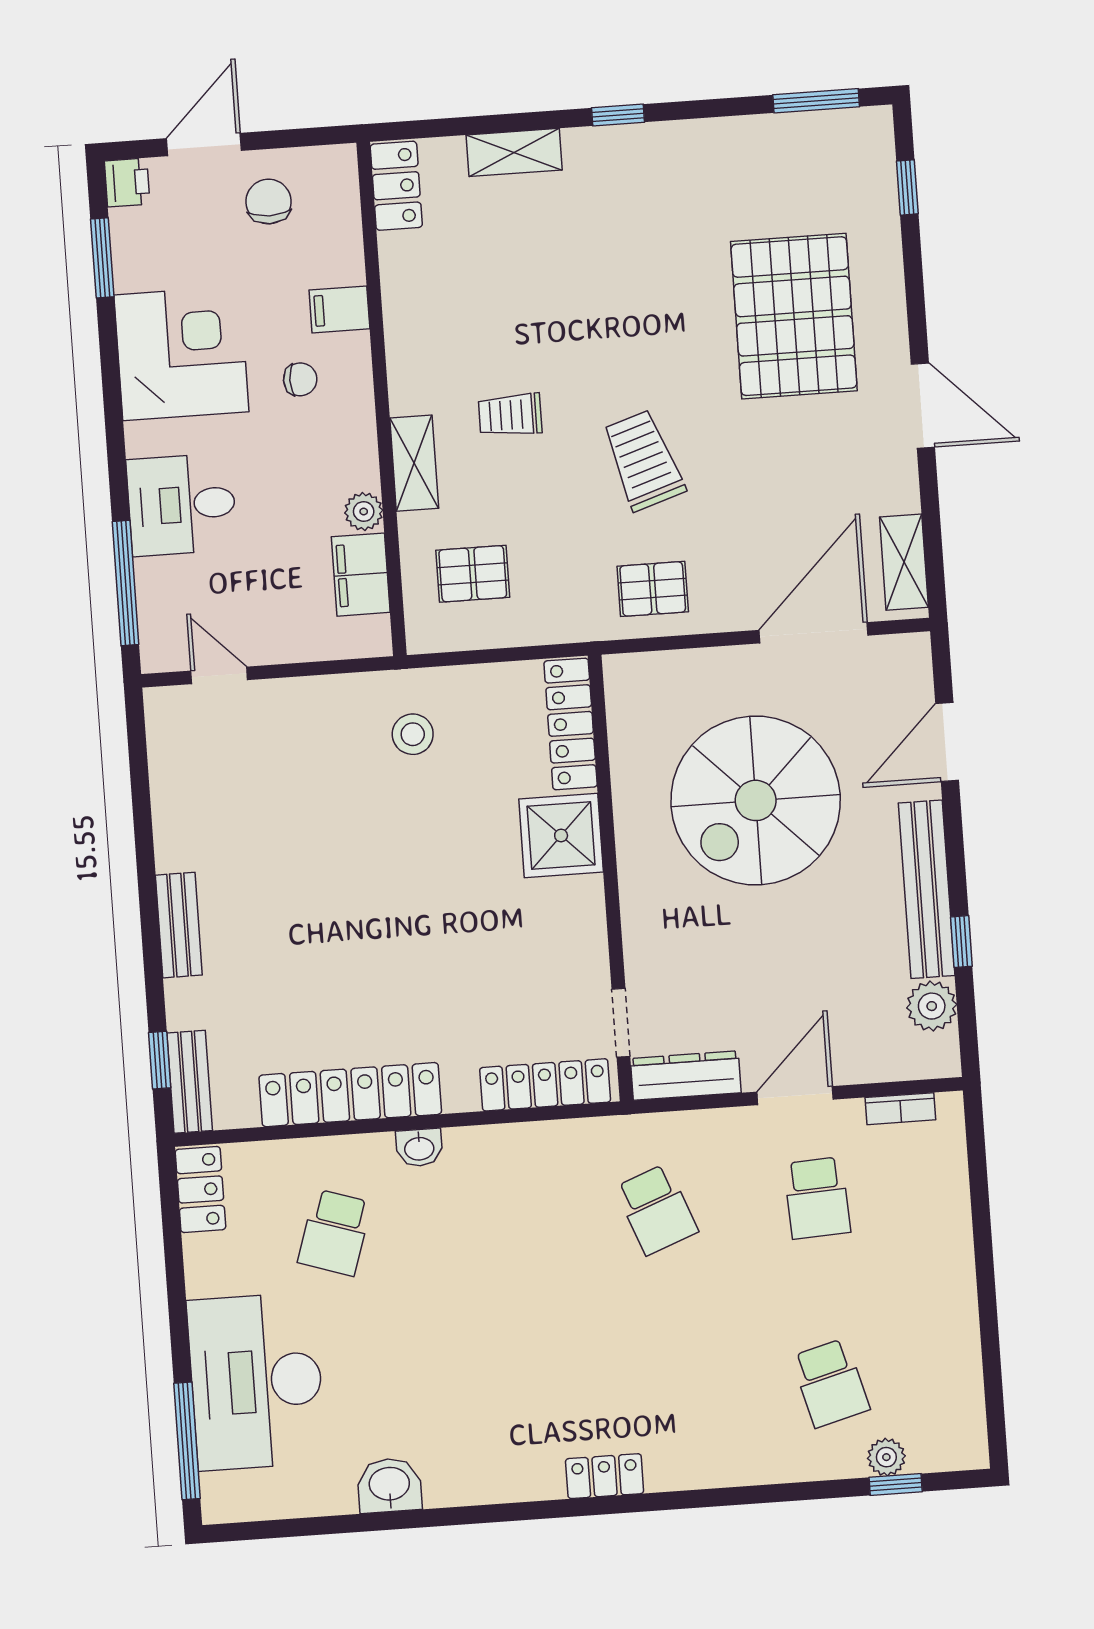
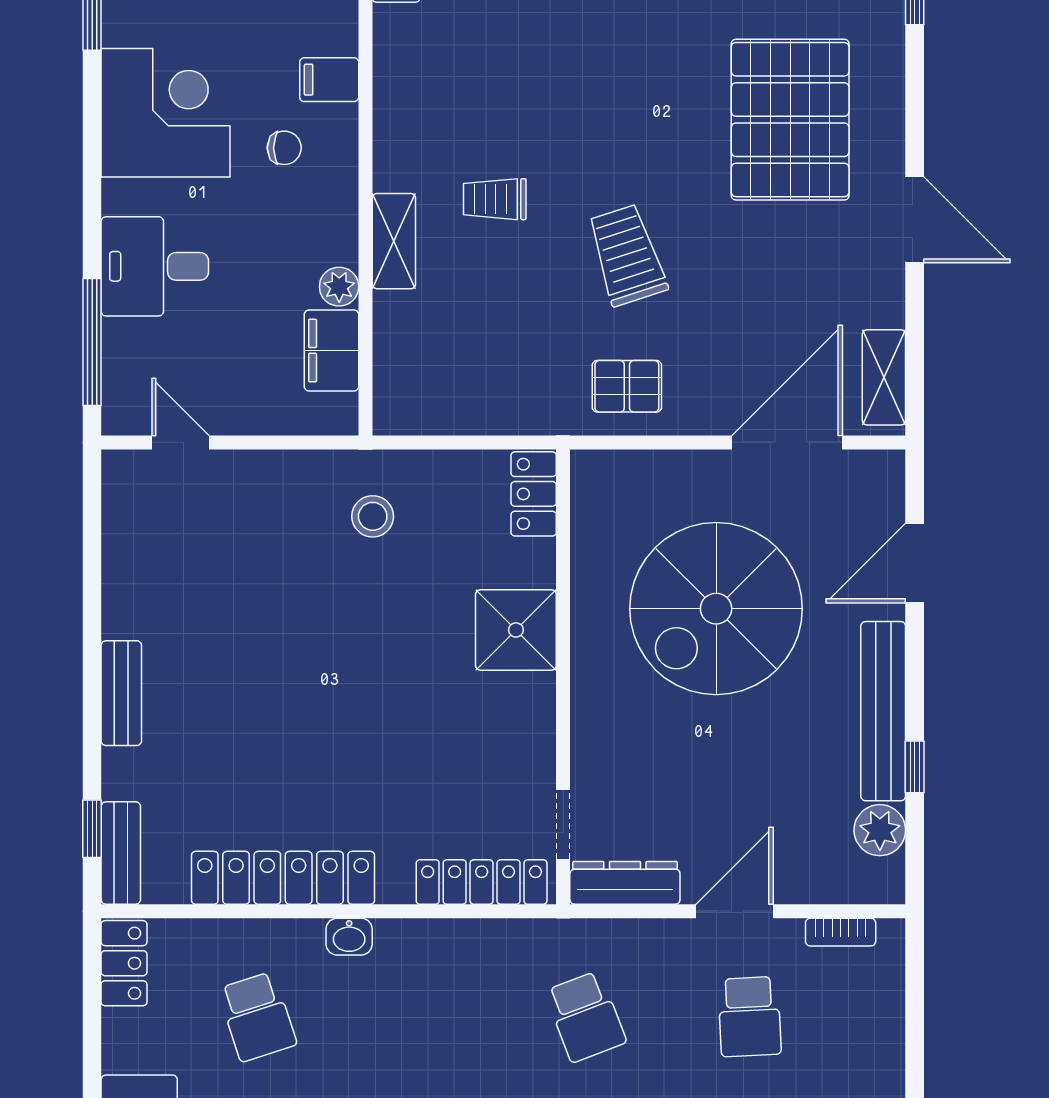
pallet: (473, 574) -> (445, 358), removed
locker: (571, 724) -> (534, 494), width x0.66
school desk: (335, 1233) -> (257, 1017), turned -36

